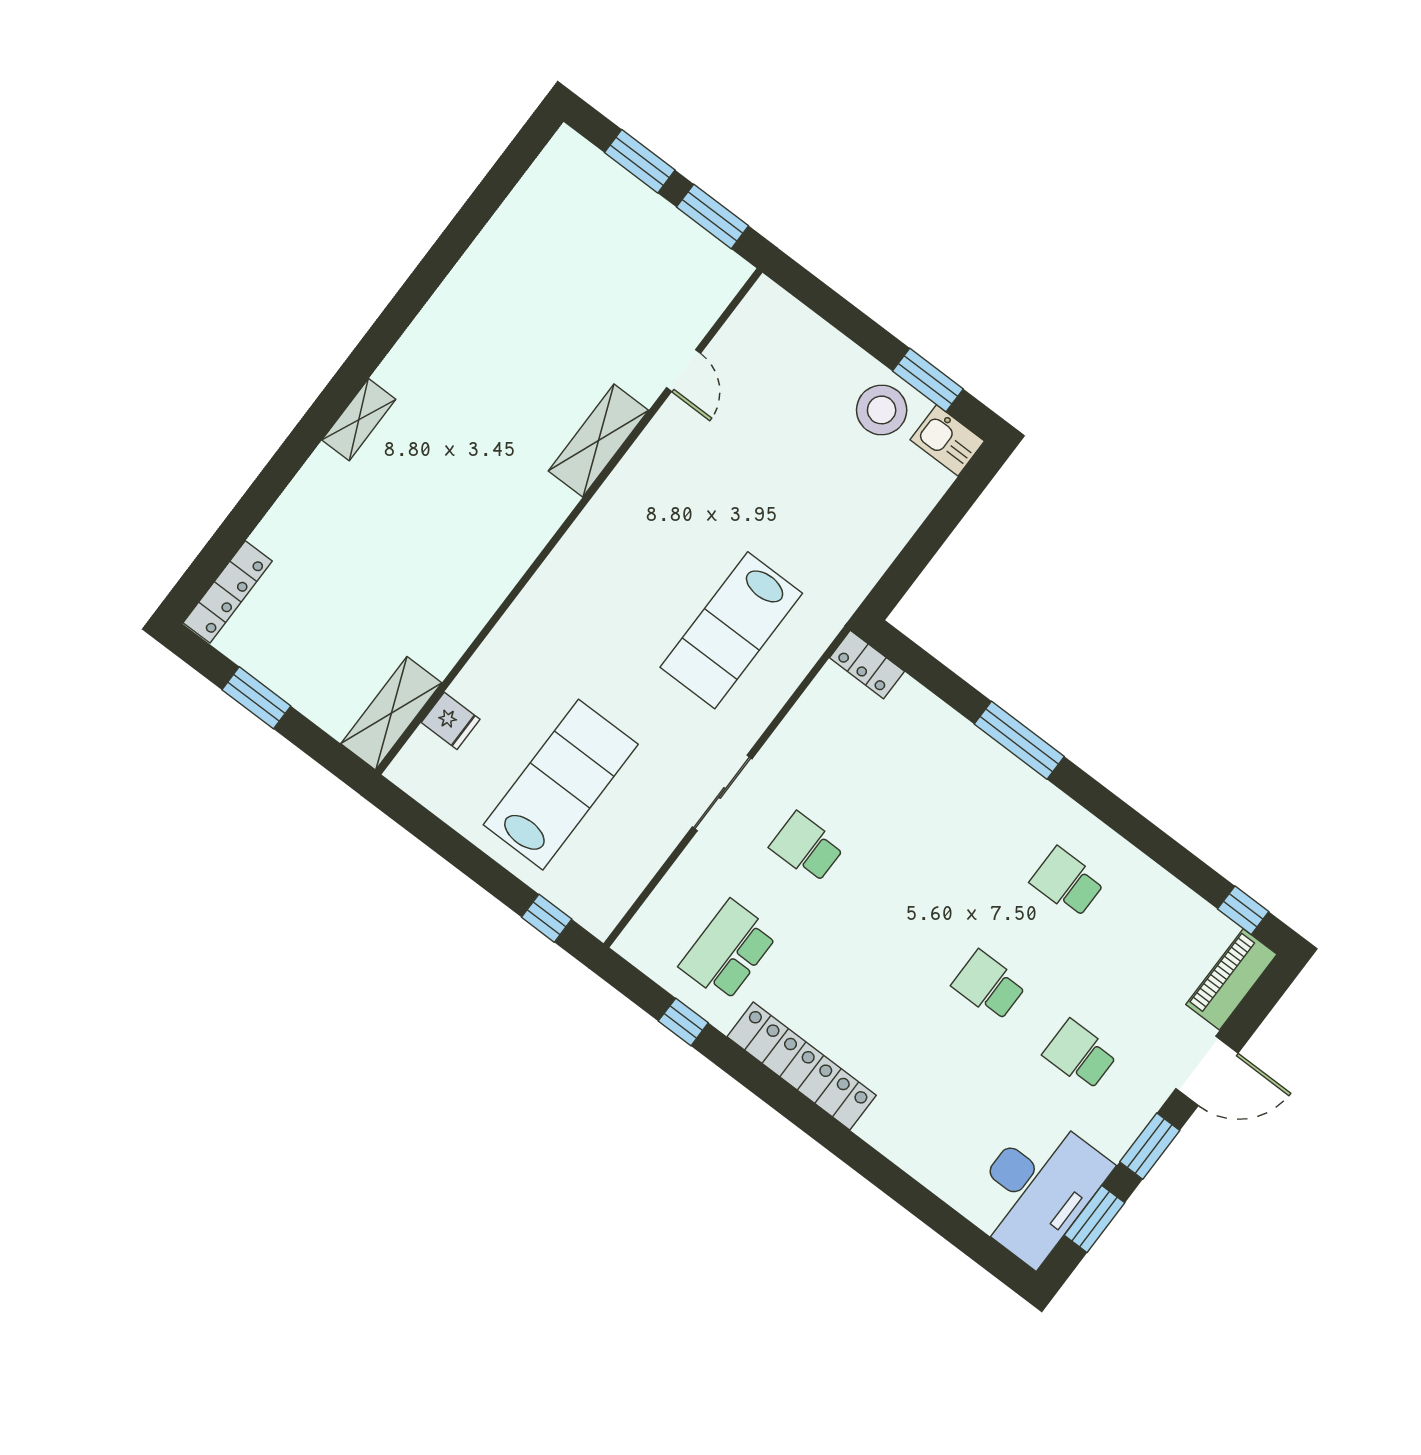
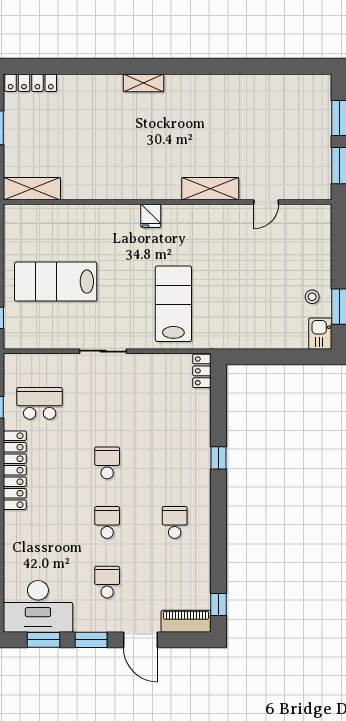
stool: (882, 410) -> (312, 297), width x0.53, depth x0.53
lab bench: (731, 630) -> (173, 304), turned 90
fridge: (451, 721) -> (151, 216), moved
window: (1019, 740) -> (218, 458), width x0.46
lab bench: (561, 785) -> (56, 282), turned 180
school desk: (807, 847) -> (107, 463), moved

